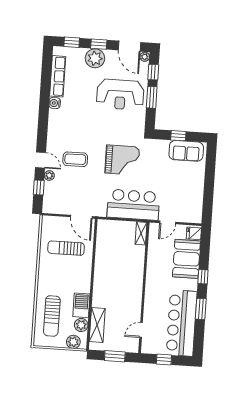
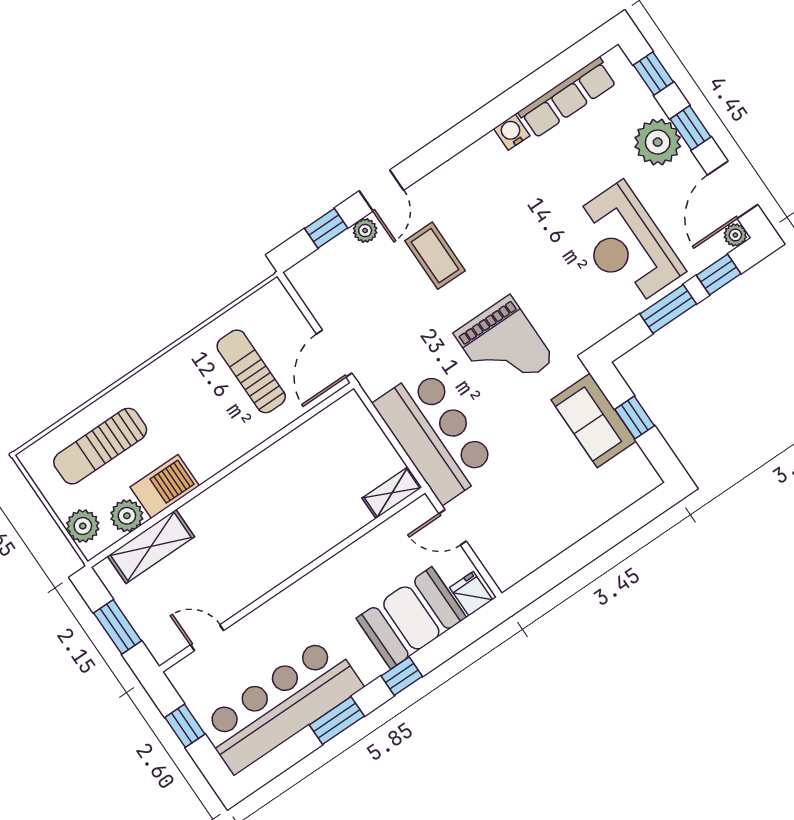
sofa: (186, 151) -> (594, 421), moved

